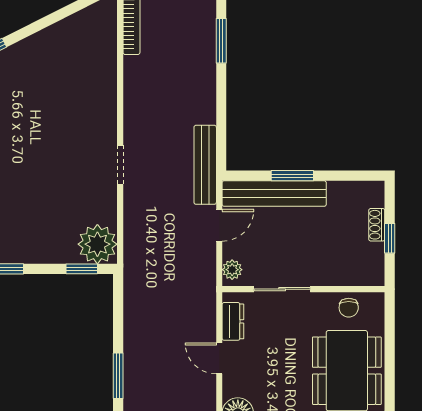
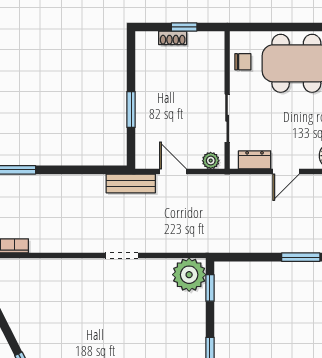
bench: (205, 165) -> (131, 183), width x0.73
bench: (274, 194) -> (146, 125), removed

